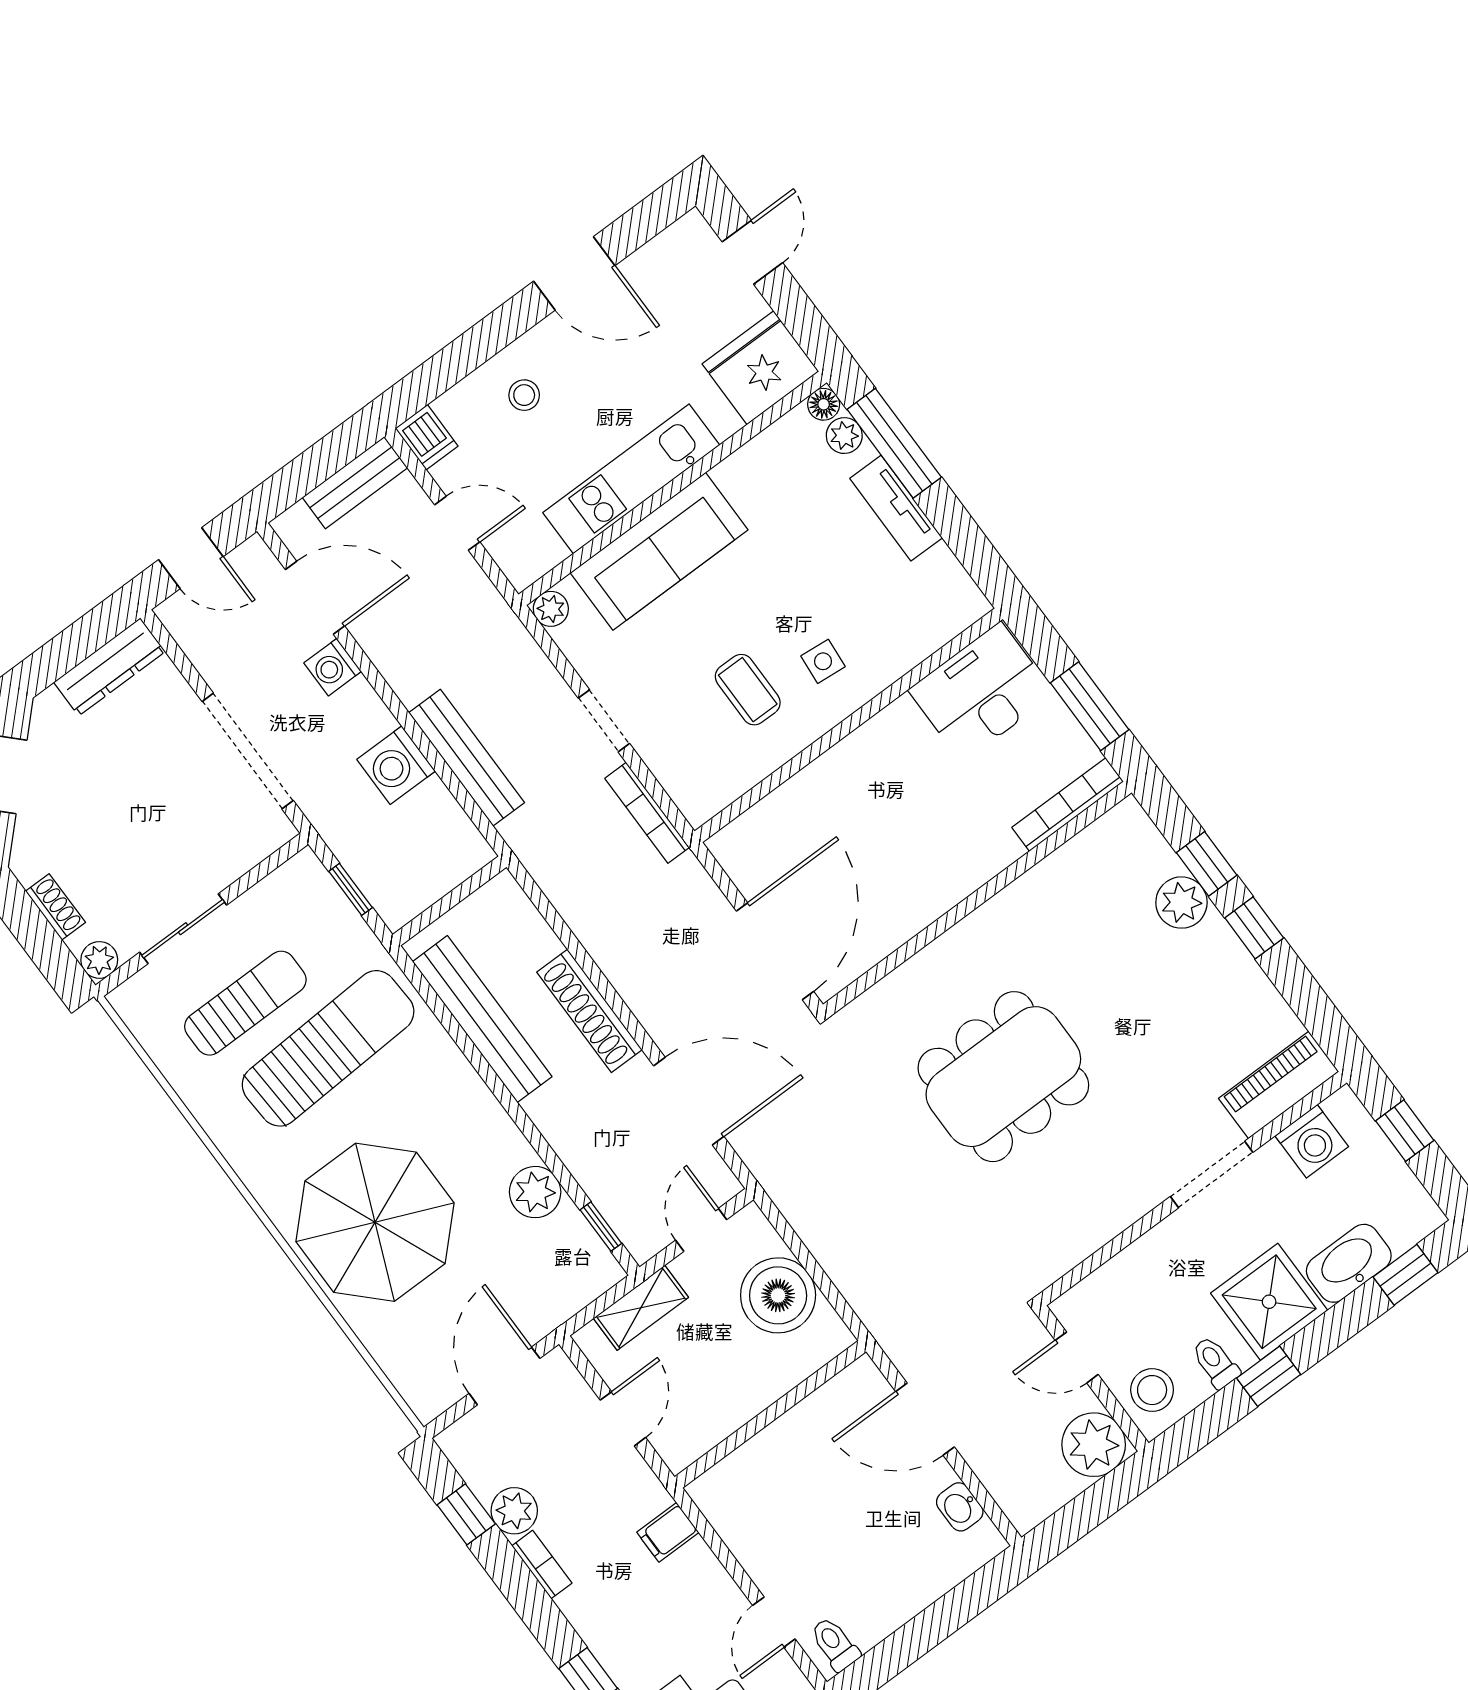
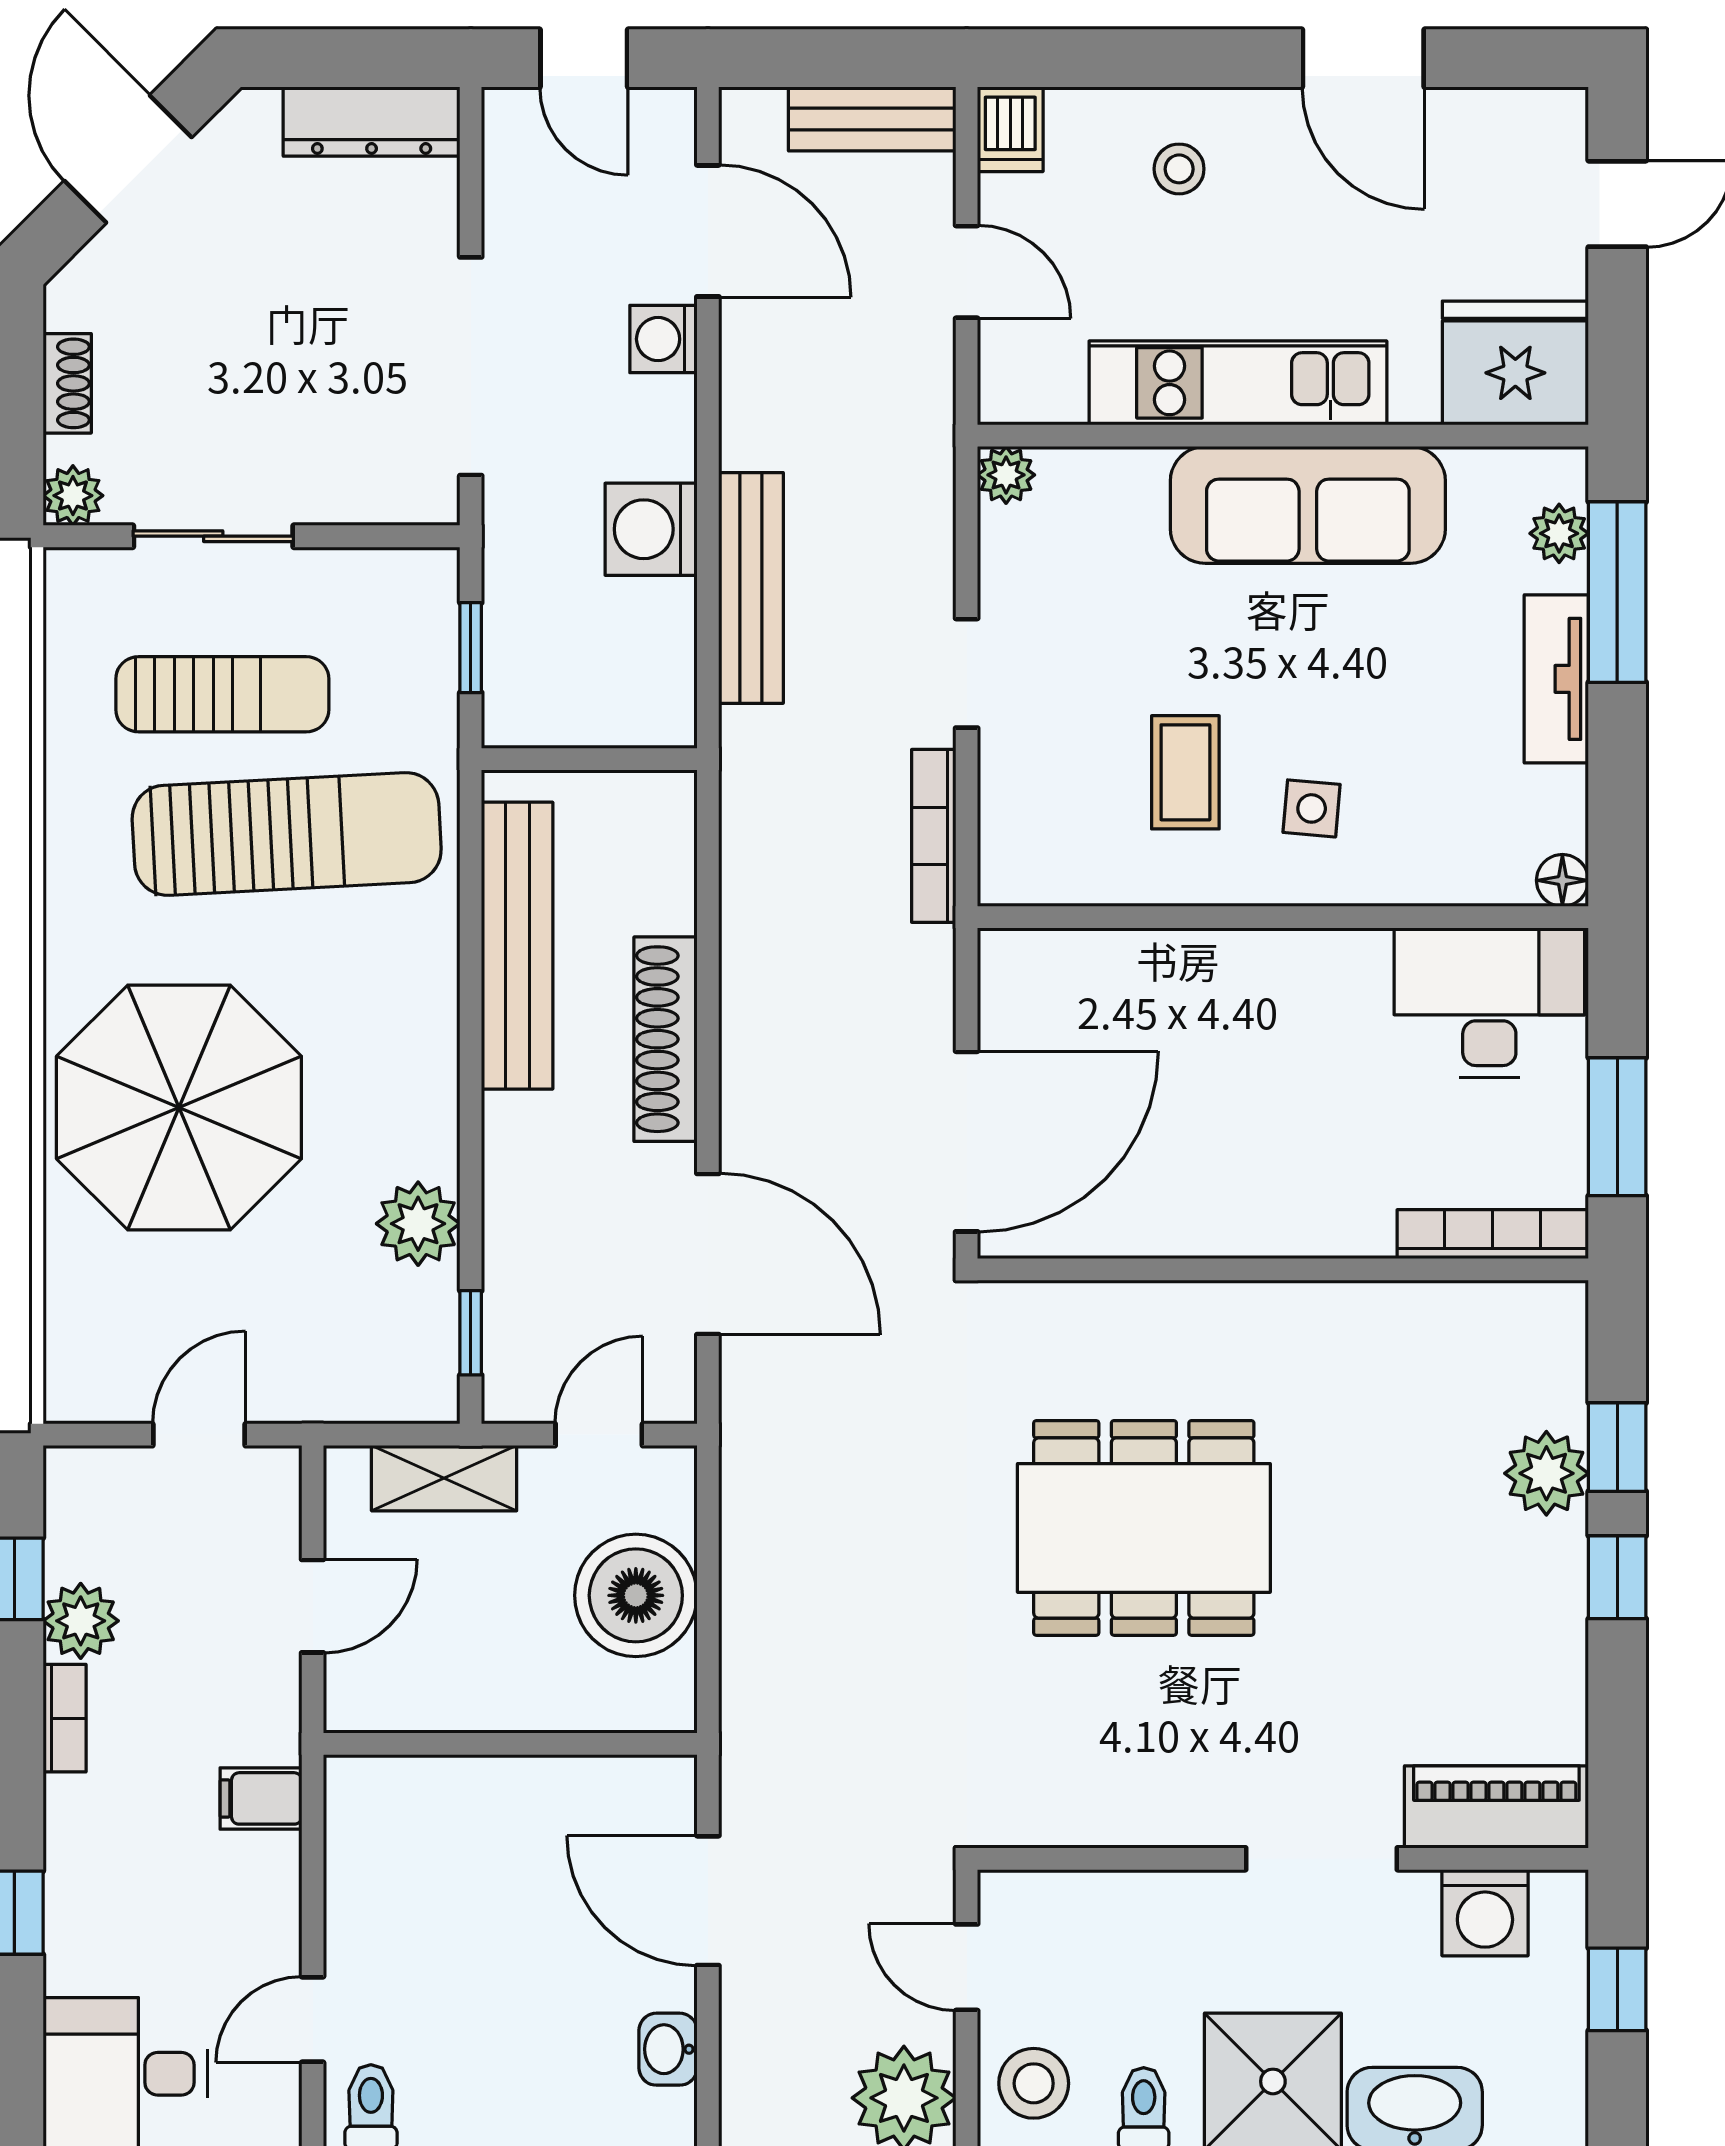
floor lamp: (824, 404) -> (1562, 880), moved
sofa: (659, 551) -> (1308, 505), moved
door: (504, 1376) -> (199, 1435), width x0.73

